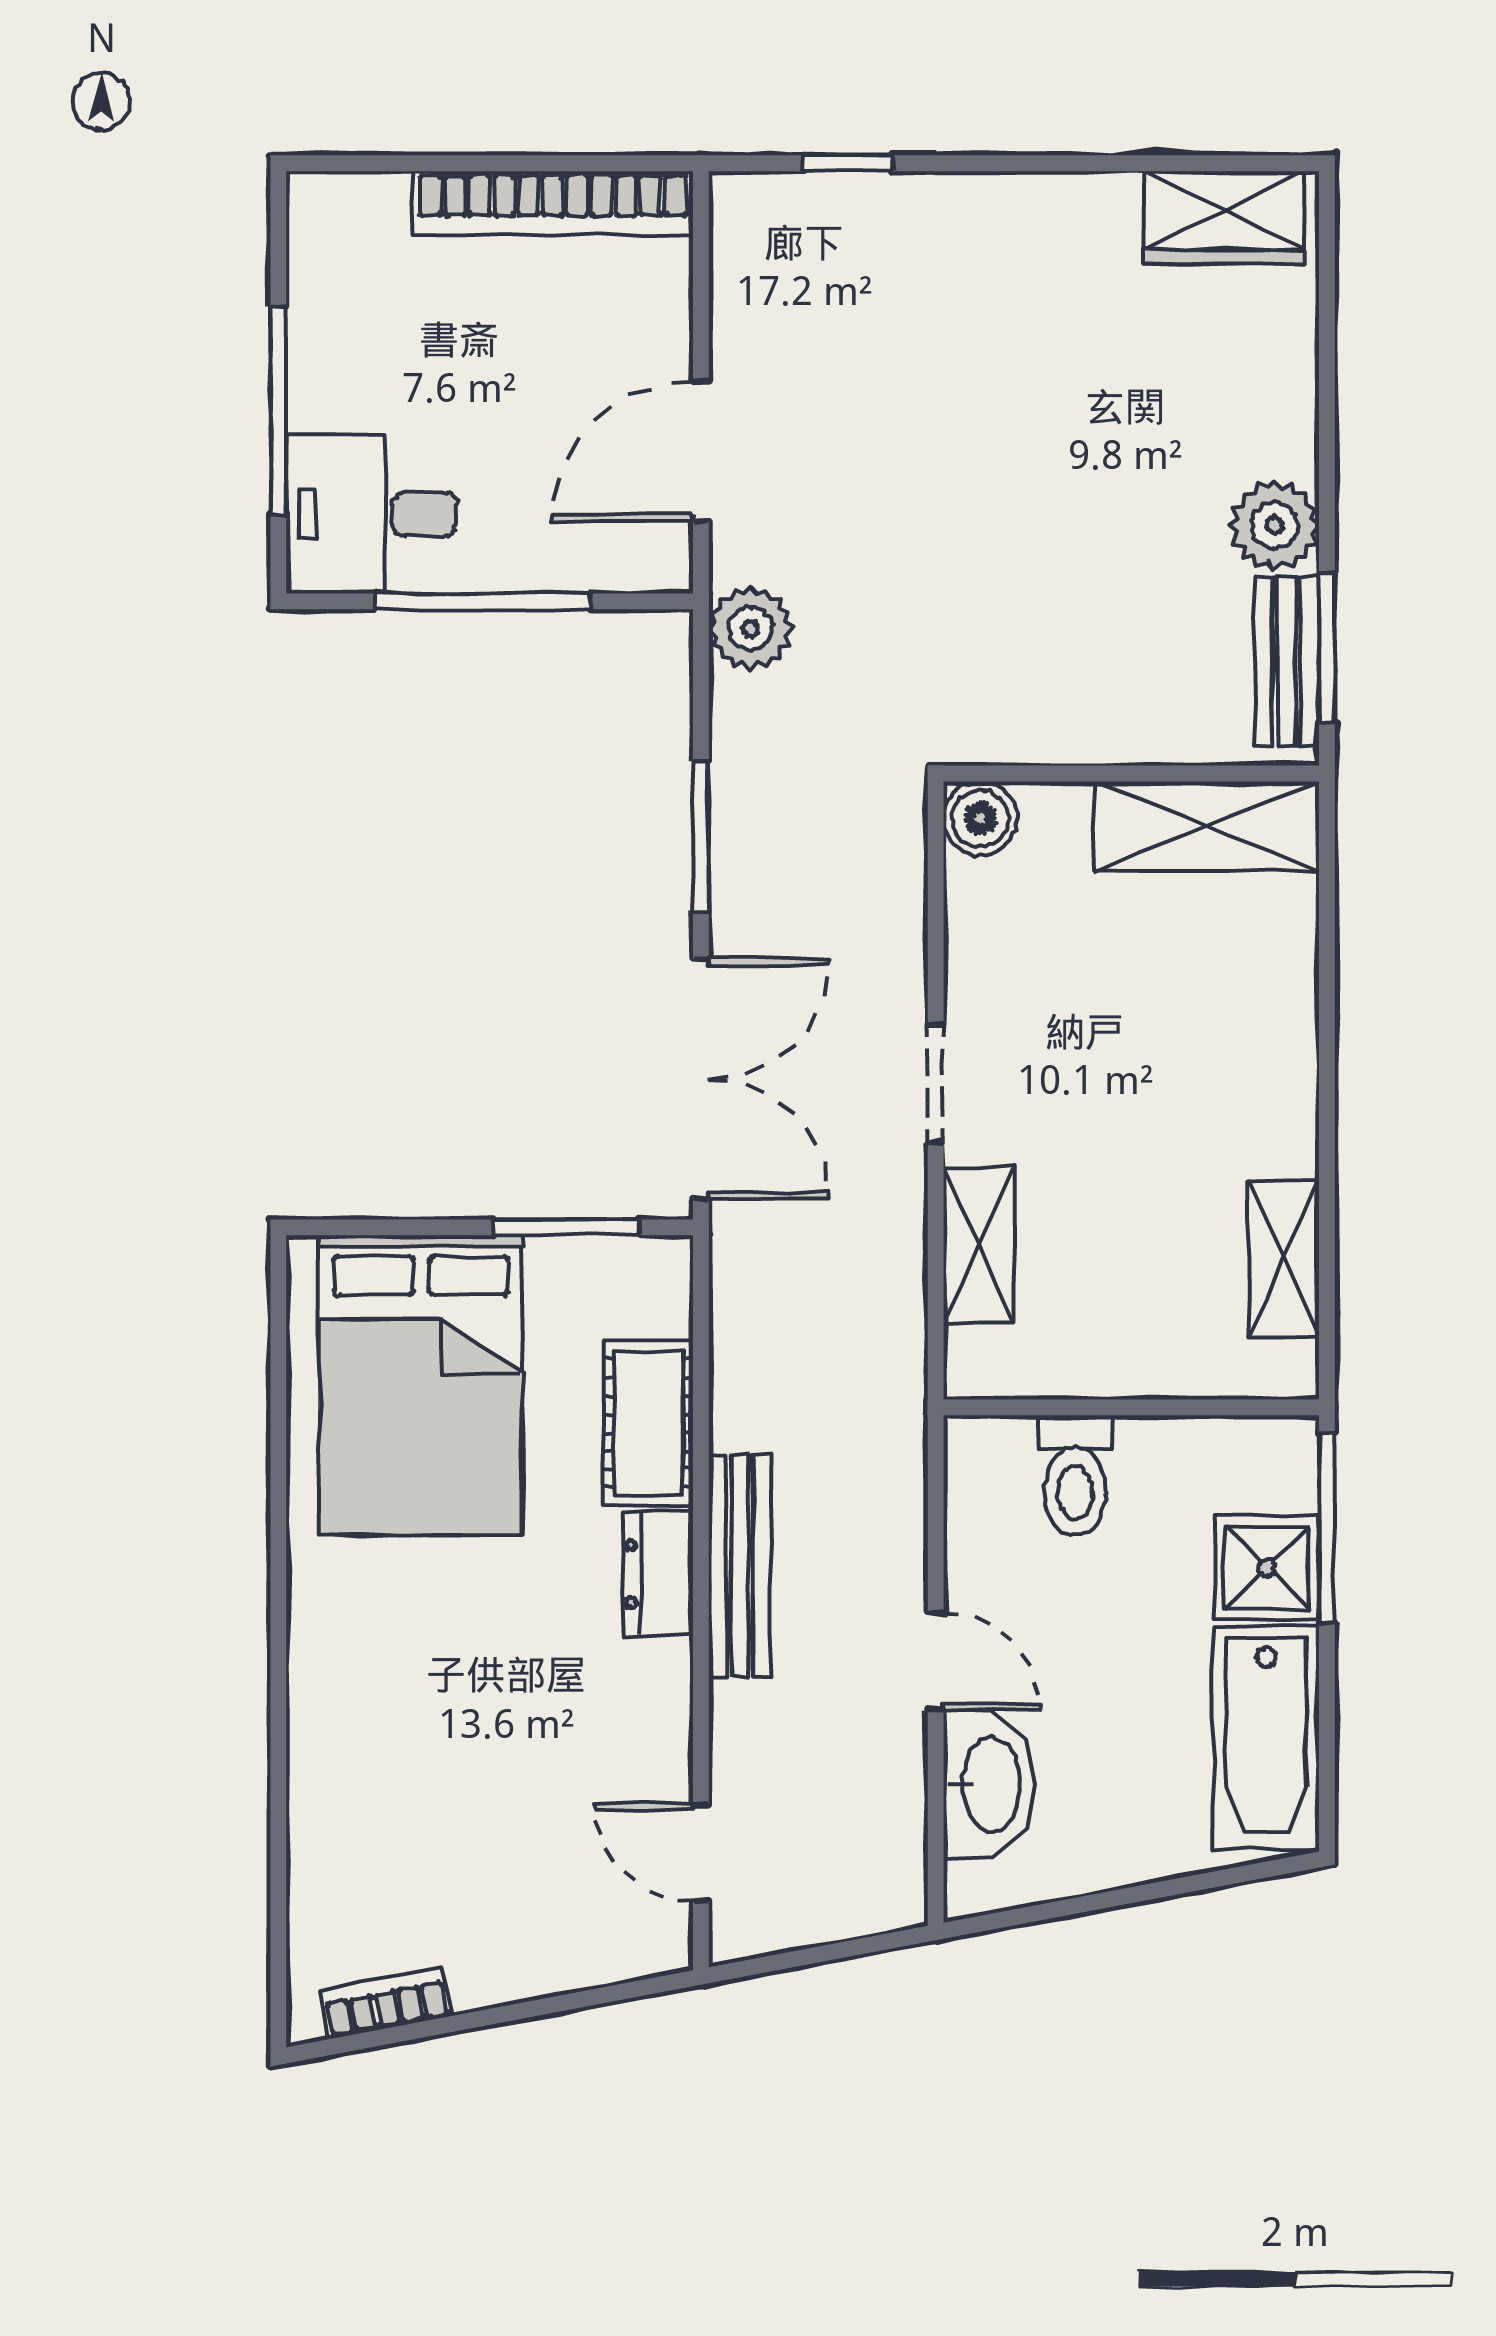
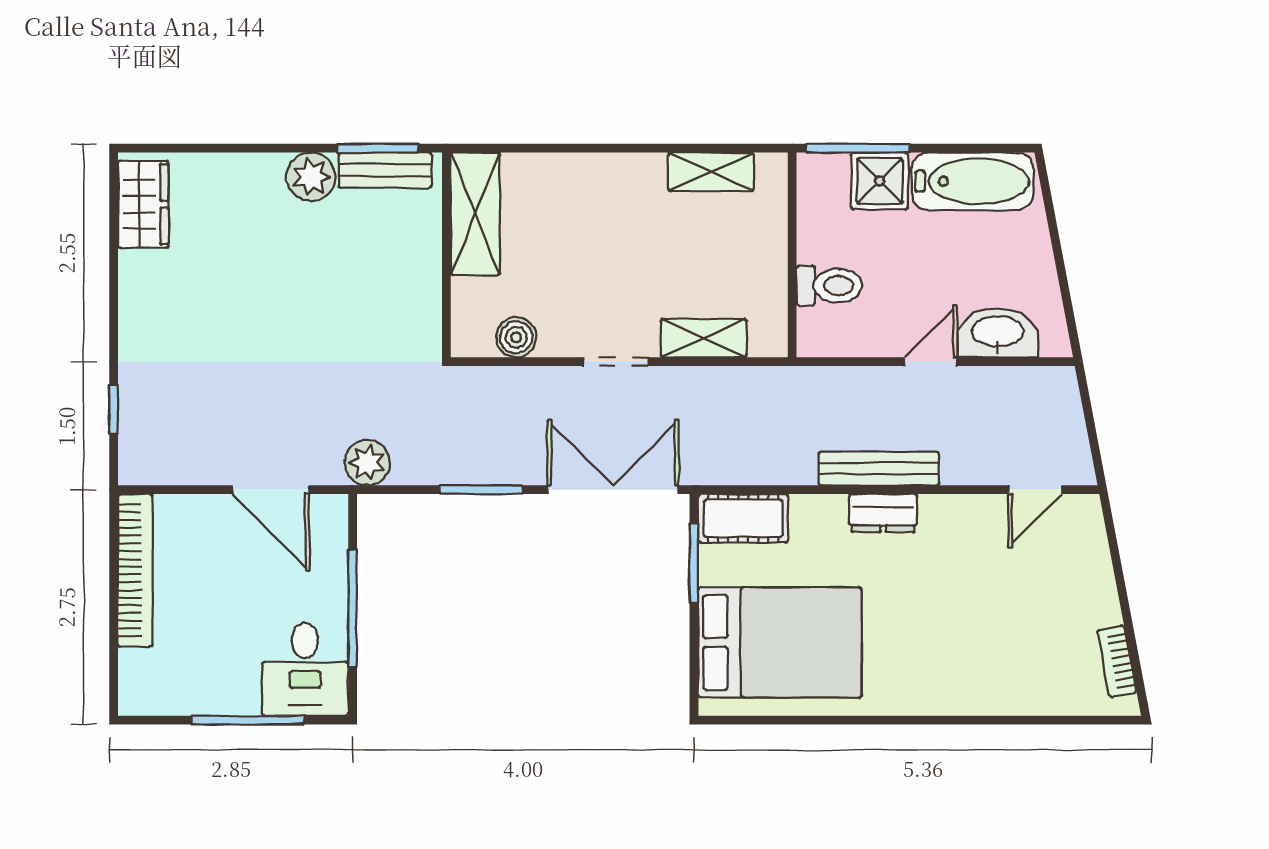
boiler: (980, 818) -> (516, 337), moved
cot: (648, 1423) -> (743, 518), moved

